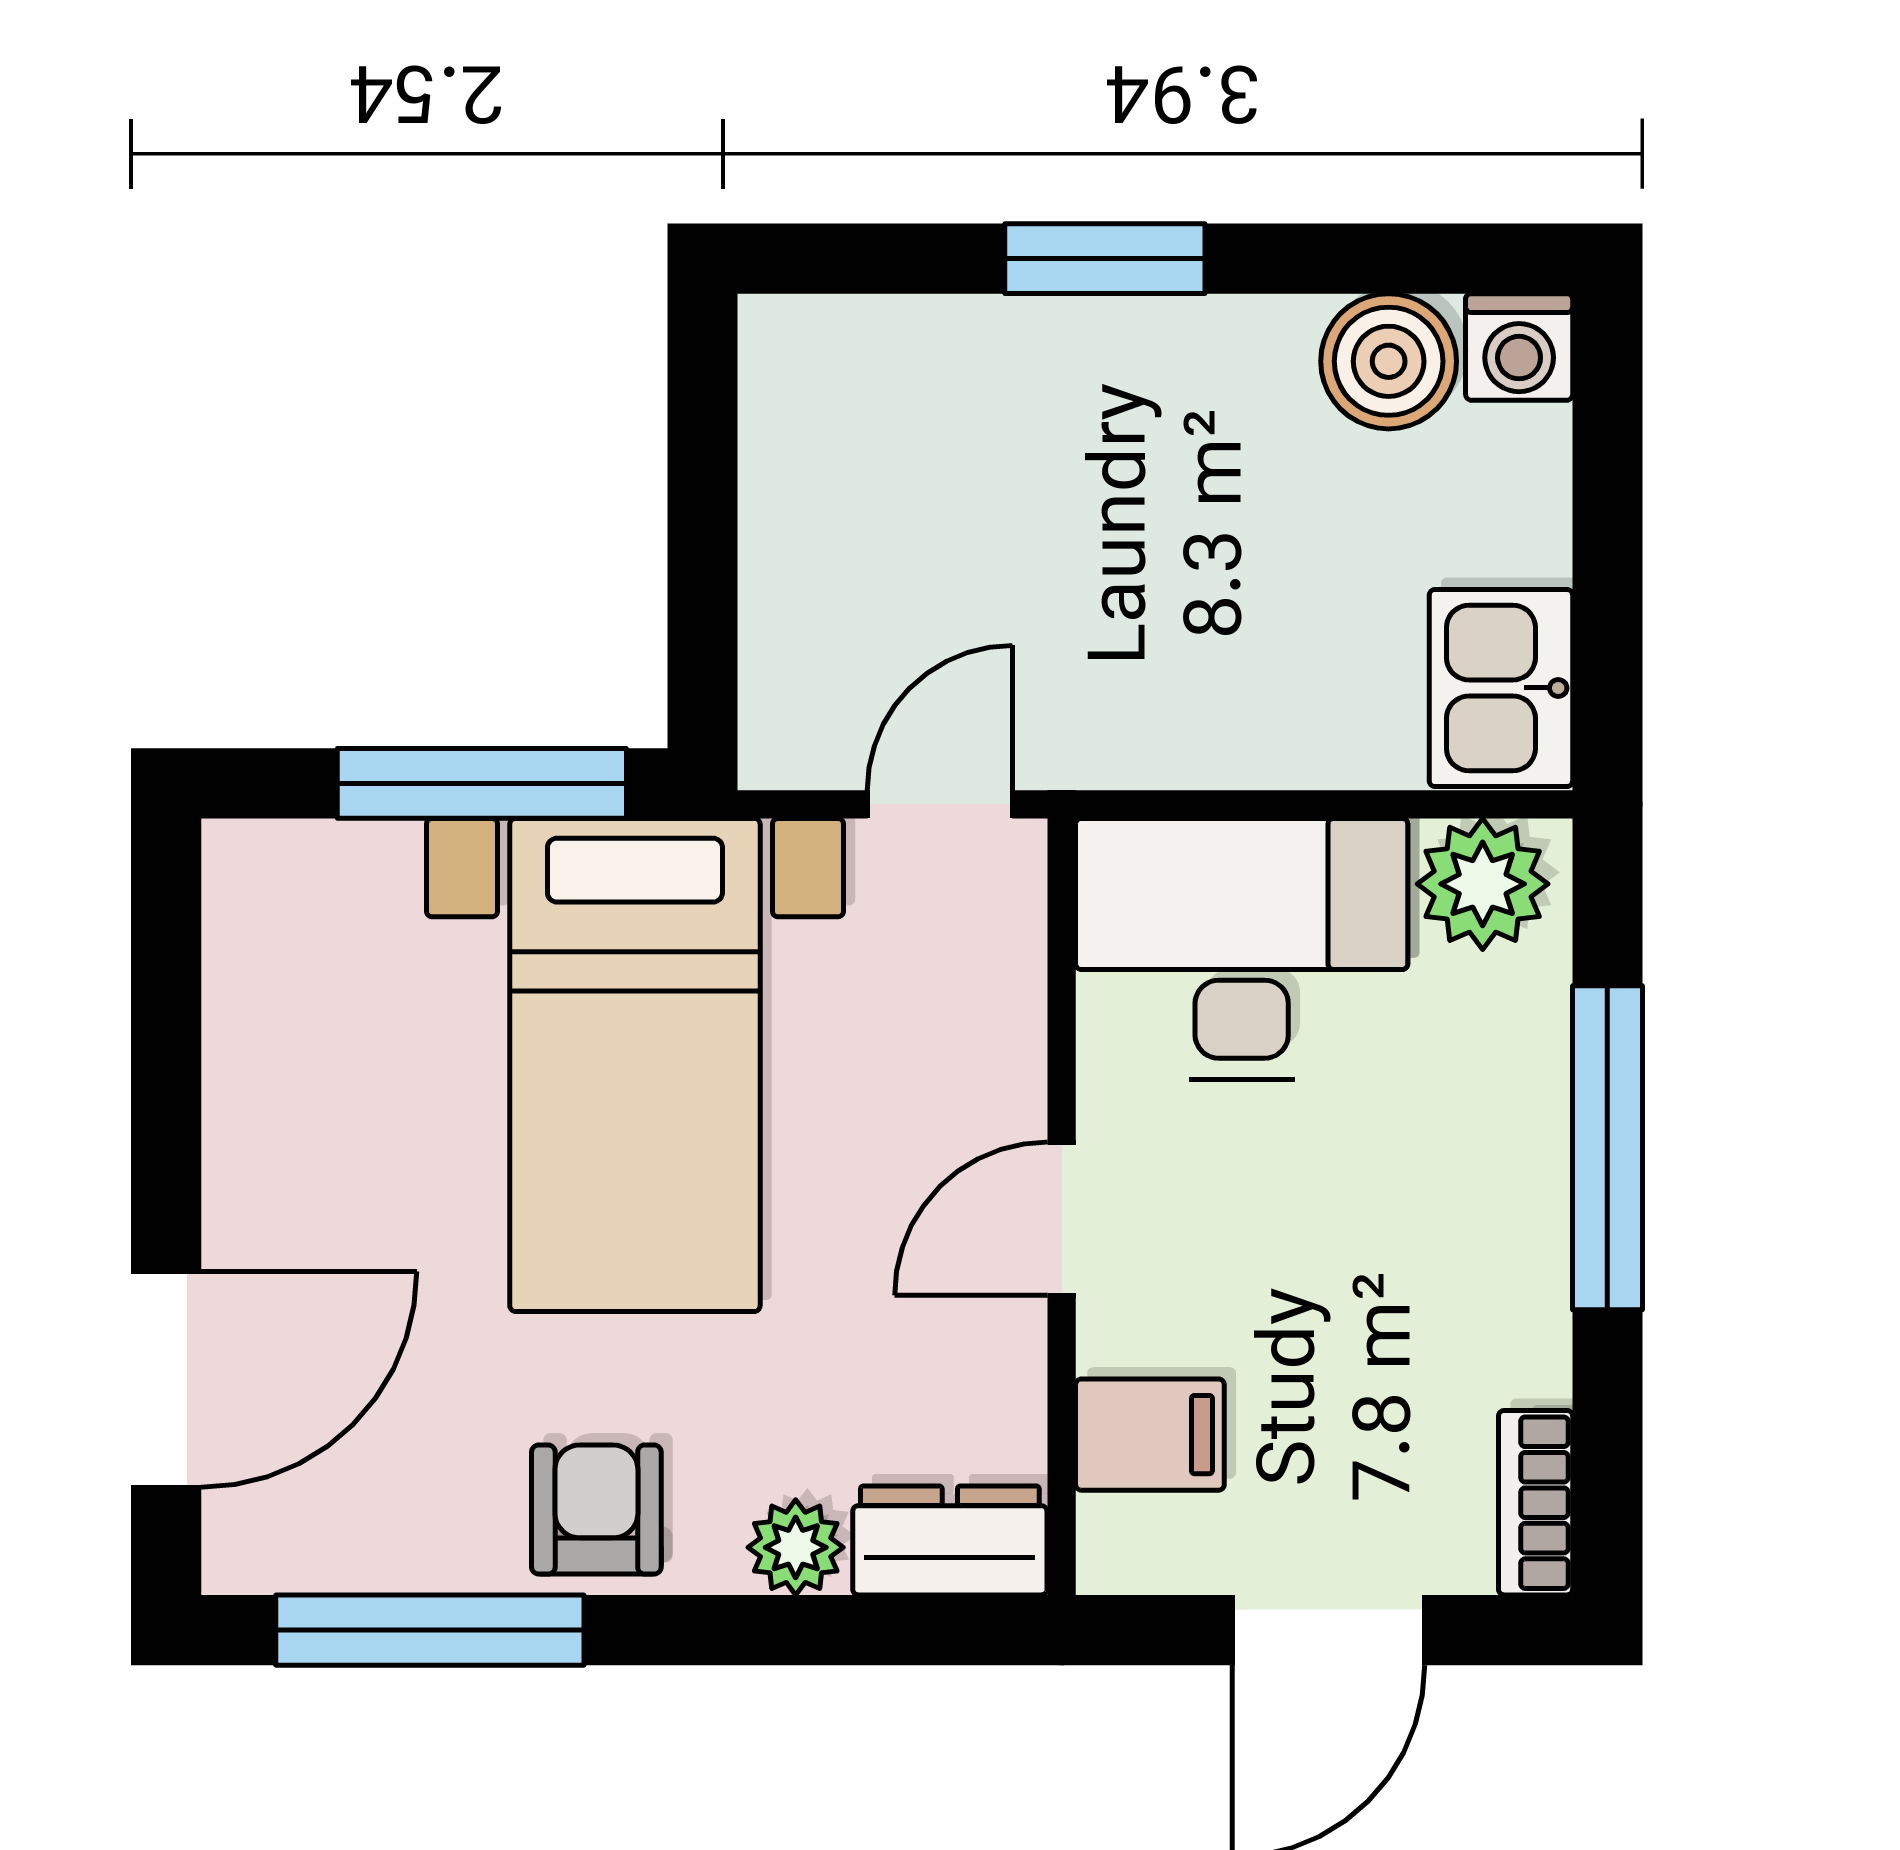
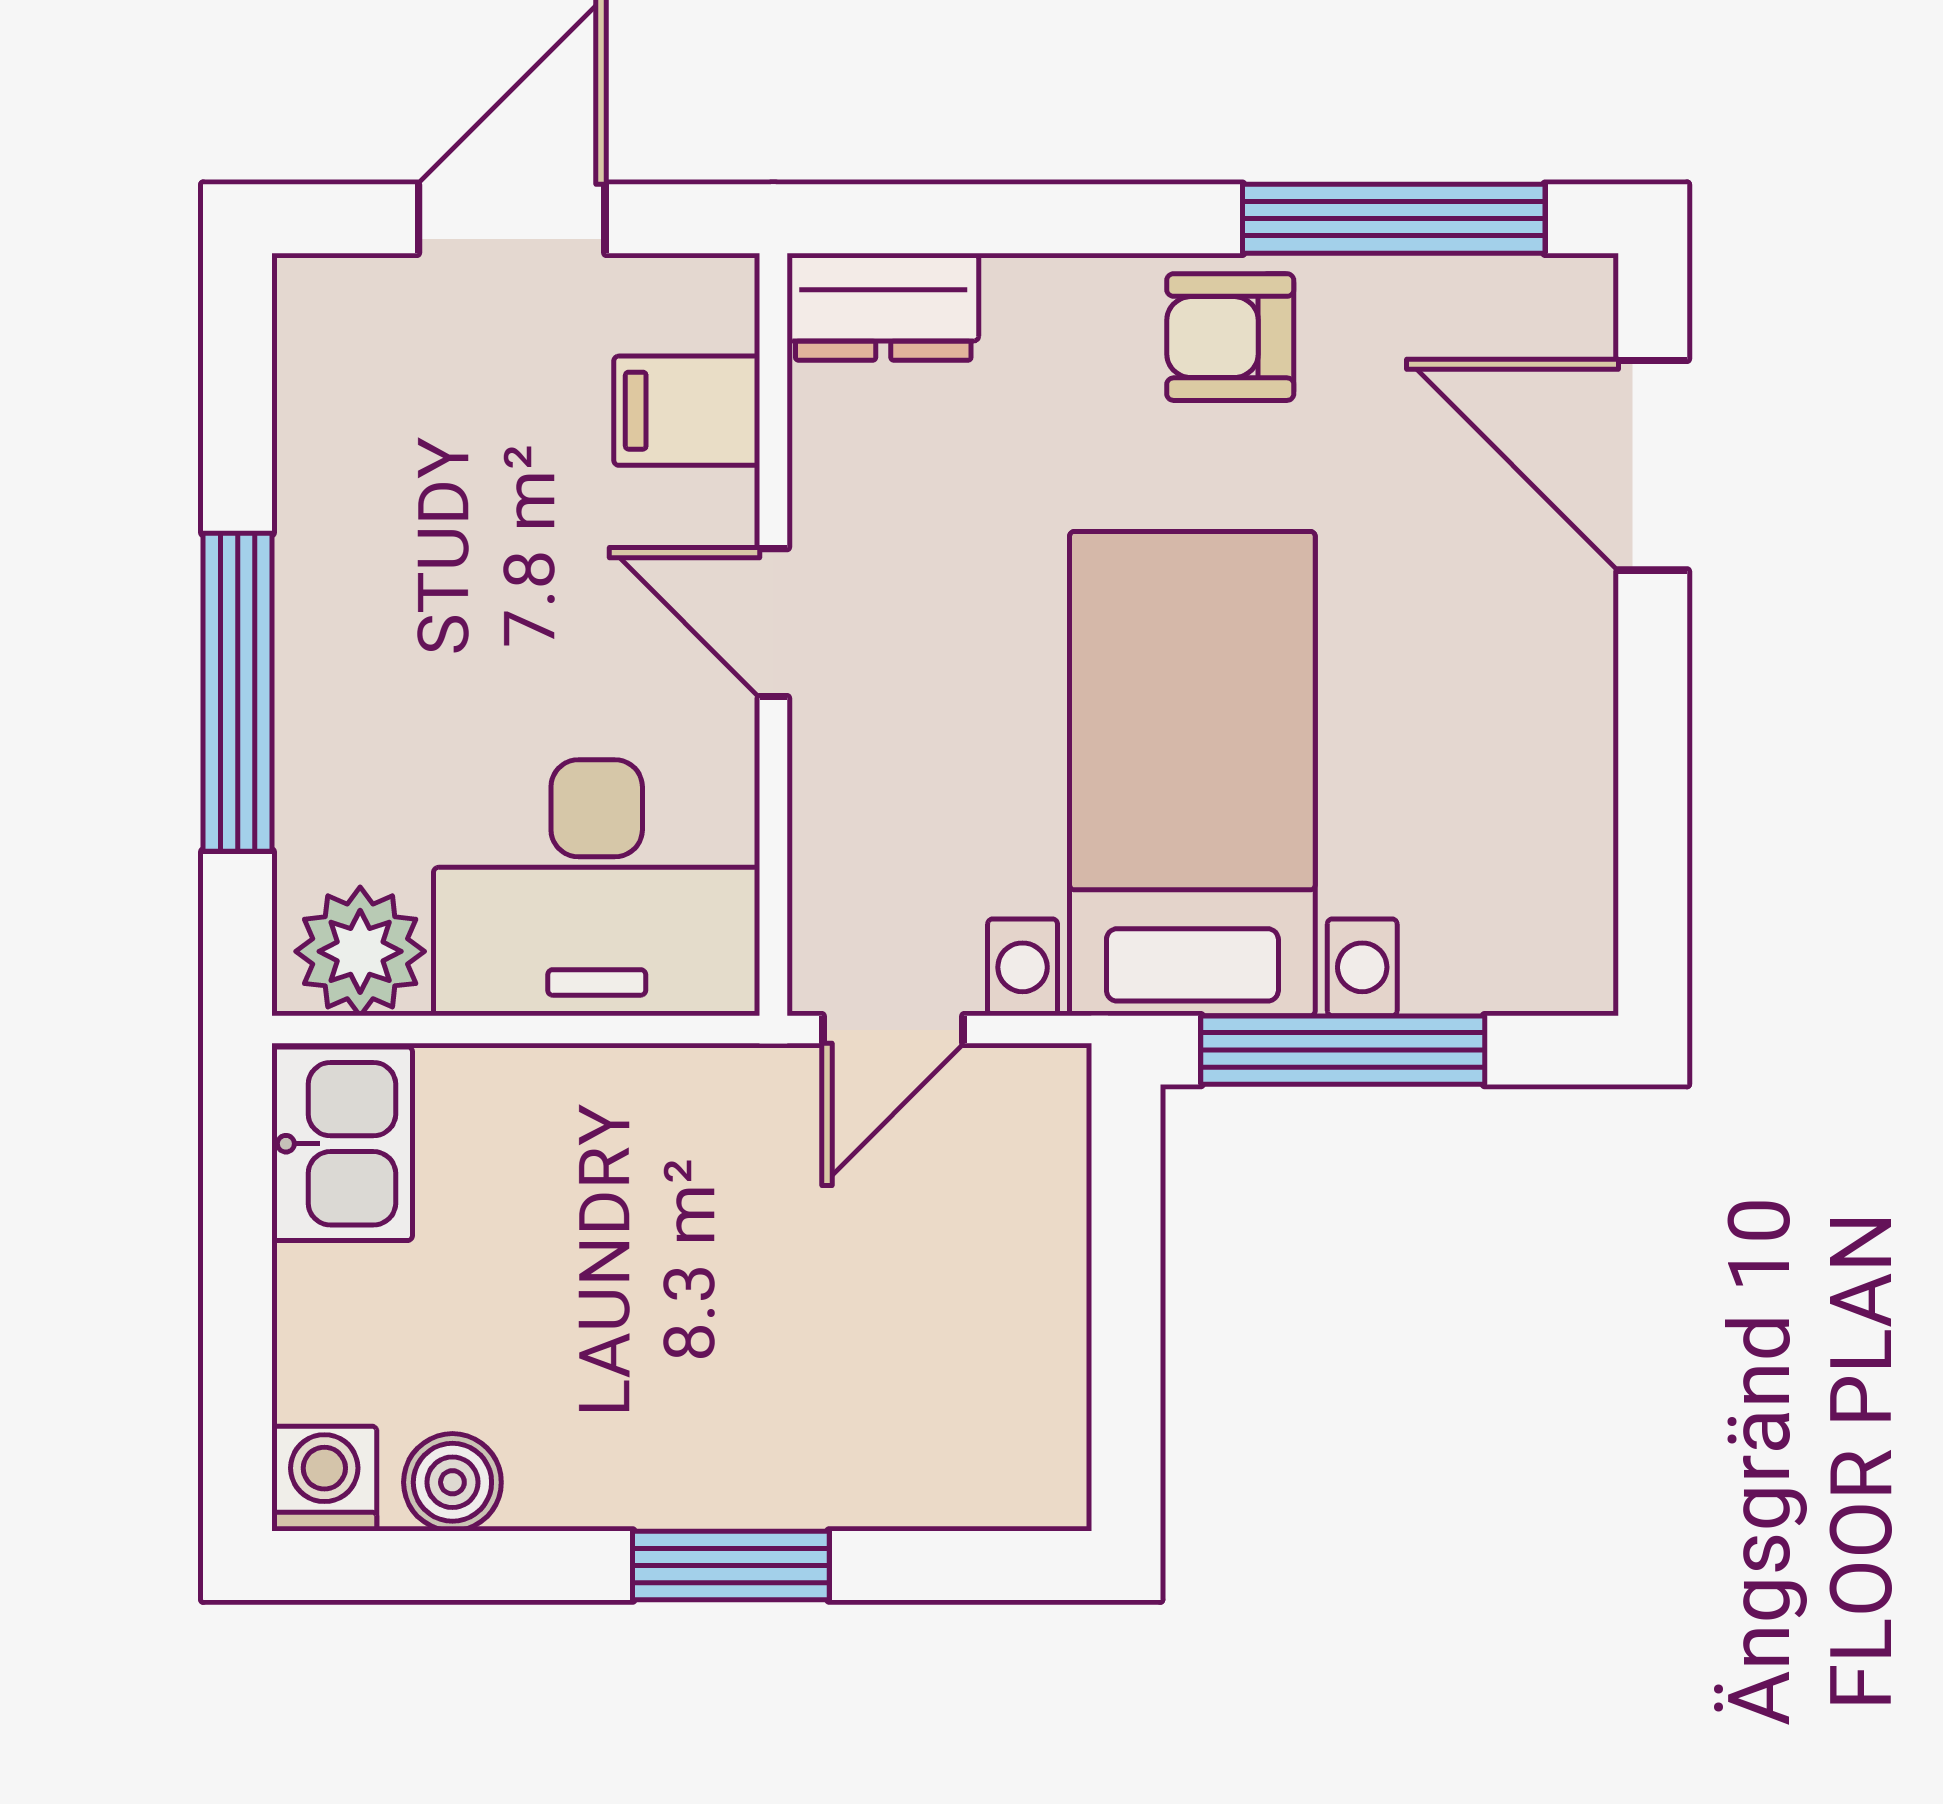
boiler: (1389, 361) -> (452, 1482), width x0.73, depth x0.73
door: (1062, 1219) -> (773, 623), swing flipped
door: (166, 1379) -> (1653, 465), hinge flipped
bookcase: (1536, 1503) -> (308, 344), removed
armchair: (596, 1510) -> (1230, 337), turned 90
plant: (796, 1547) -> (1035, 300), removed

